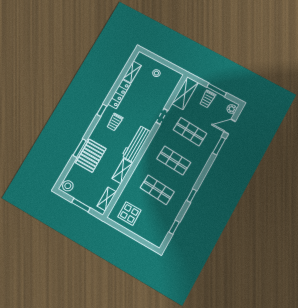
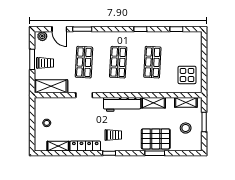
stool: (68, 186) -> (186, 128), moved

